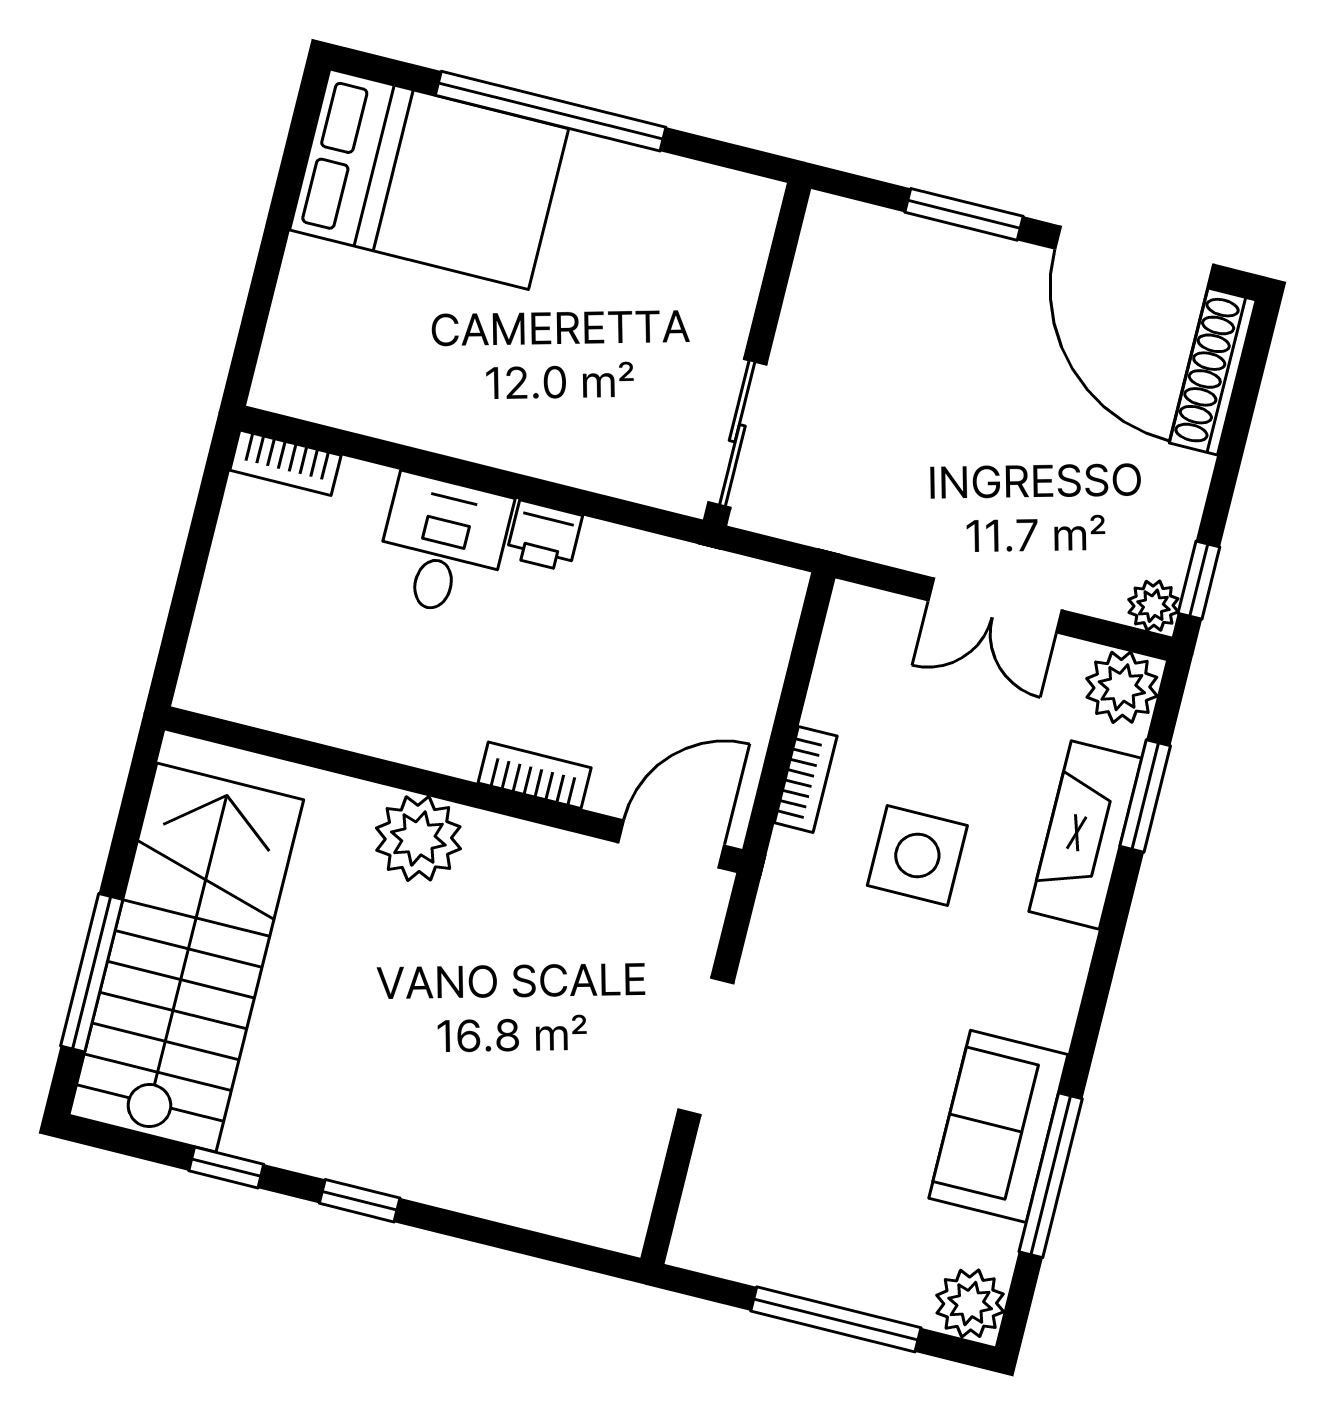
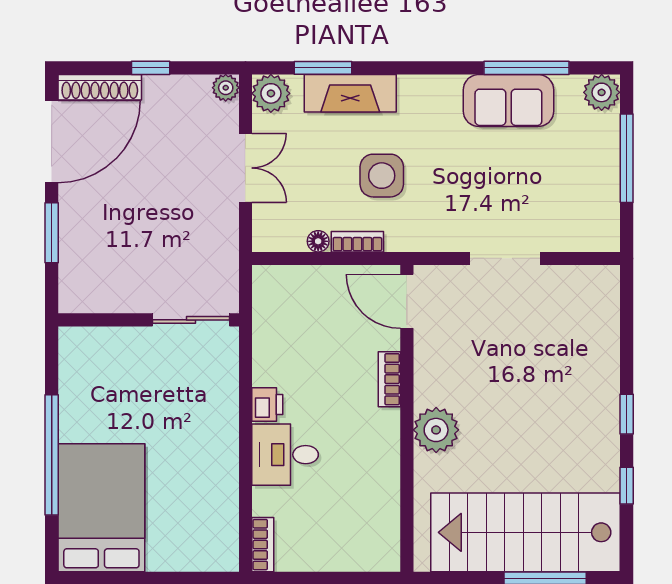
window: (1199, 580) -> (151, 68), moved
floor lamp: (825, 706) -> (318, 241), added

